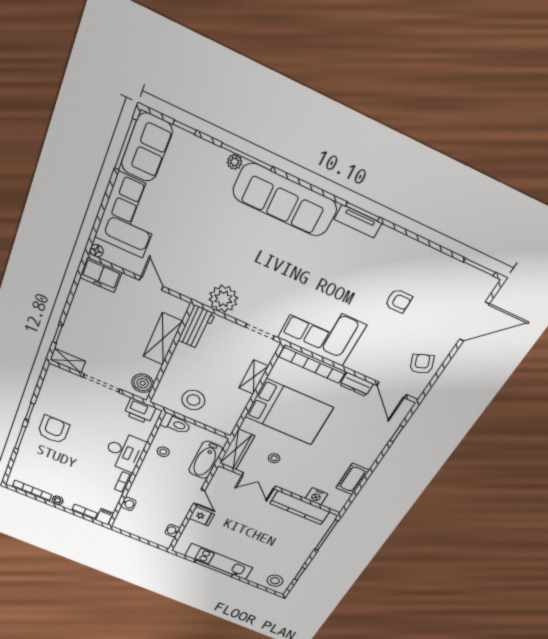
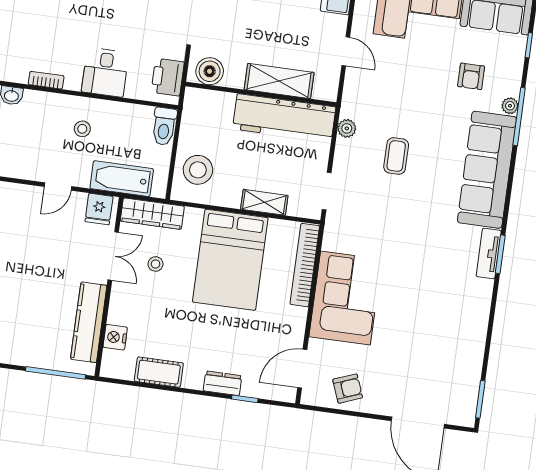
coffee table: (249, 271) -> (396, 156), added
door: (151, 283) -> (346, 51), hinge flipped
plant: (223, 299) -> (347, 128), width x0.53, depth x0.53
armchair: (399, 301) -> (471, 76), moved
workbench: (196, 327) -> (284, 118), width x1.88, depth x1.32
corner sofa: (322, 331) -> (345, 298), moved
dresser: (356, 384) -> (223, 383), moved, turned 90
stool: (193, 400) -> (198, 170), moved
desk: (124, 452) -> (105, 72), width x0.73
stool: (163, 452) -> (82, 129), moved
double door: (259, 481) -> (113, 256), swing flipped
fridge: (202, 516) -> (99, 209), moved

